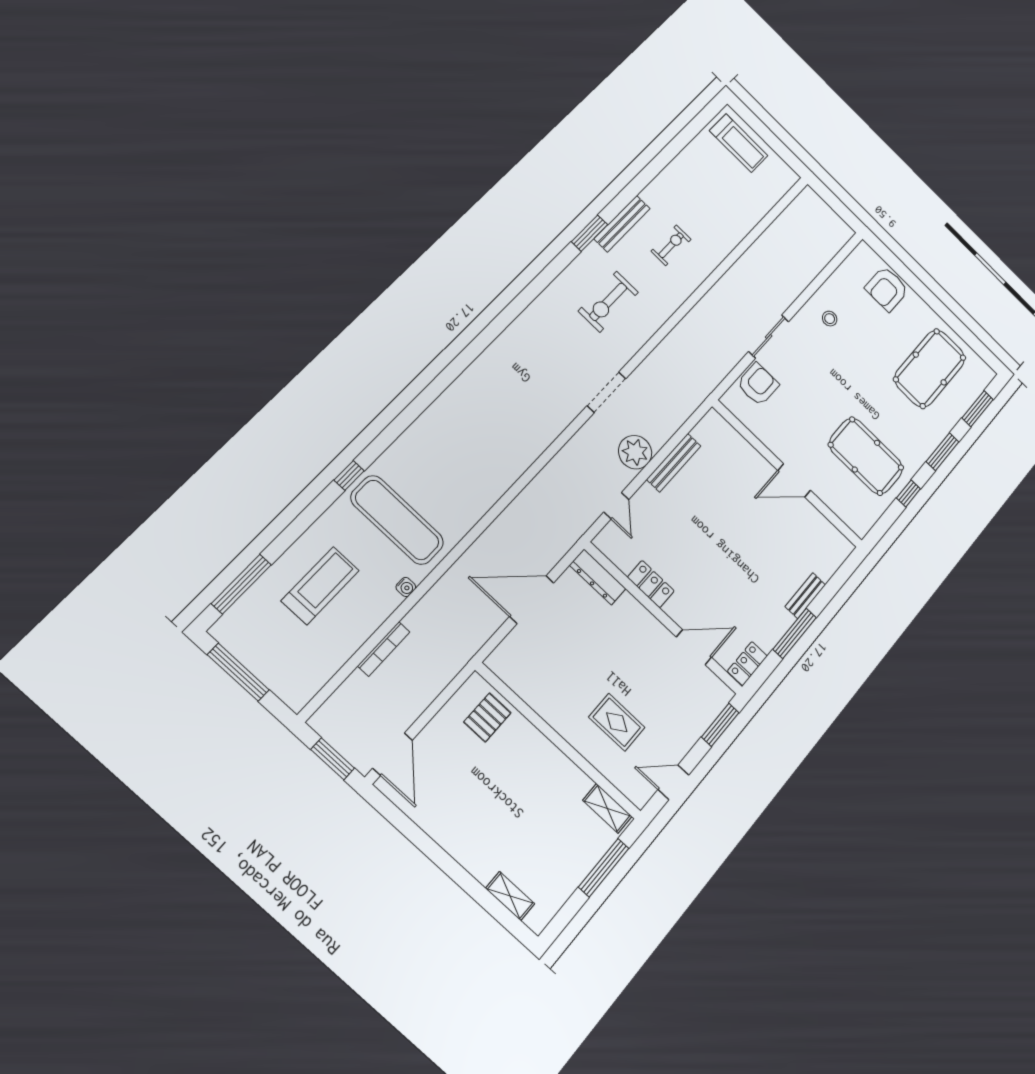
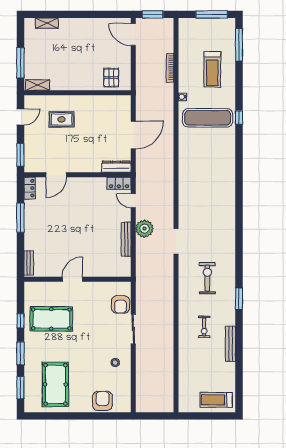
bench: (622, 224) -> (230, 344), moved
locker: (651, 584) -> (119, 183), moved
bench: (805, 596) -> (29, 263), moved

